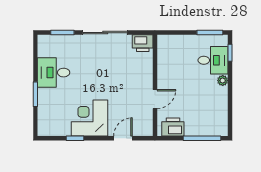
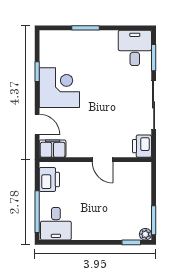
desk: (213, 60) -> (56, 224), moved
desk: (54, 73) -> (135, 48), moved
plant: (223, 81) -> (145, 234), moved
door: (155, 99) -> (102, 160), moved
filing cabinet: (145, 124) -> (53, 149), added

